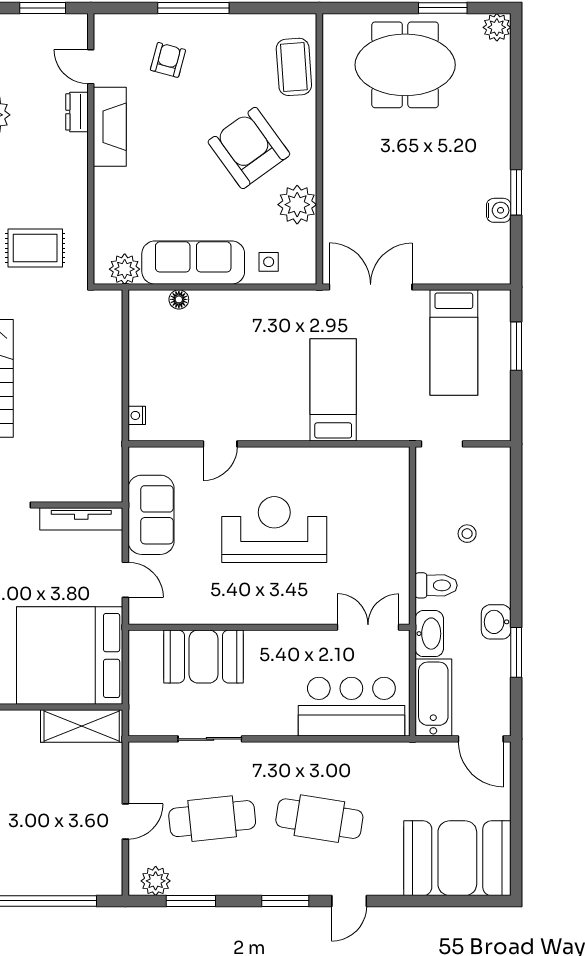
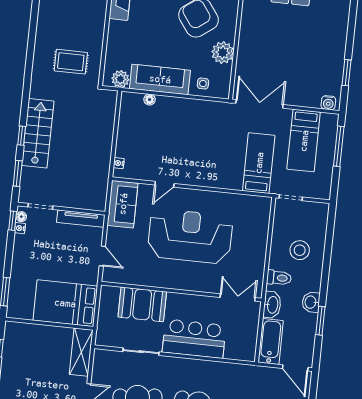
window: (516, 192) -> (347, 73), moved
water cooler: (499, 210) -> (328, 103), moved, turned 90
window: (516, 346) -> (339, 146), width x1.44
bed: (333, 390) -> (259, 163), moved
sofa: (151, 515) -> (123, 204), moved
reception desk: (274, 529) -> (190, 236), width x1.36, depth x1.30
stool: (467, 534) -> (300, 250), width x1.89, depth x1.89
bed: (70, 656) -> (65, 303), width x0.73
bar counter: (351, 707) -> (194, 339), moved
shelving: (82, 726) -> (81, 352), moved, turned 90

